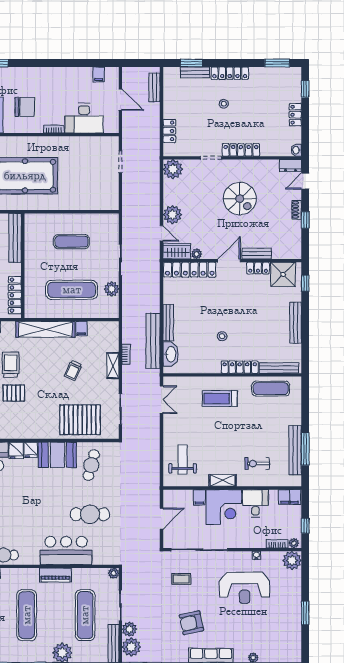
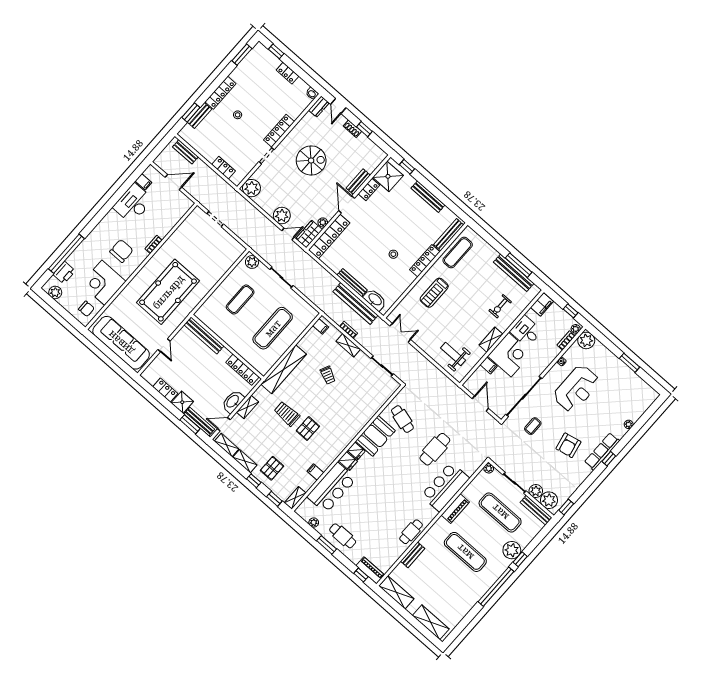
desk: (84, 118) -> (133, 203), moved, turned 180
plant: (112, 289) -> (252, 262), moved
filing cabinet: (81, 329) -> (321, 326), moved
pallet: (80, 420) -> (365, 400), removed

